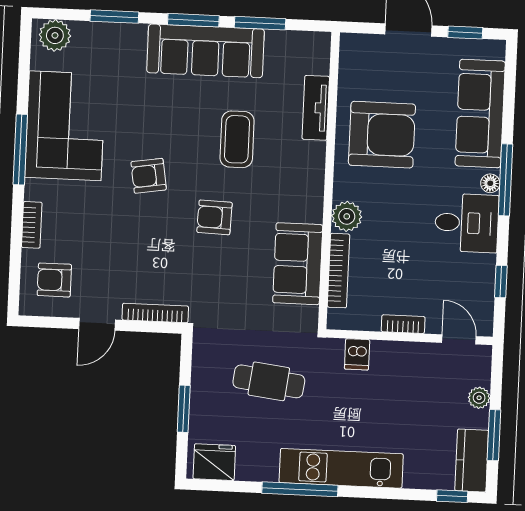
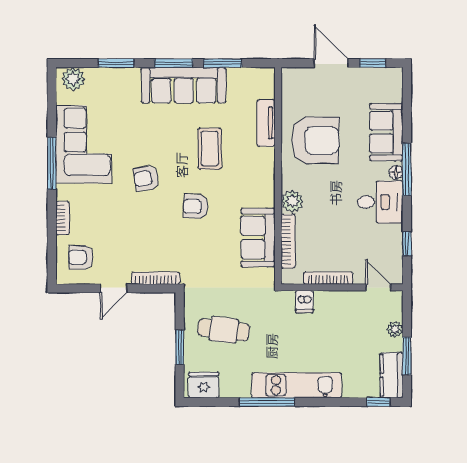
sofa: (480, 113) -> (386, 132), width x0.73
bookcase: (403, 324) -> (328, 278), width x1.56
cafe table: (269, 381) -> (224, 330), moved

